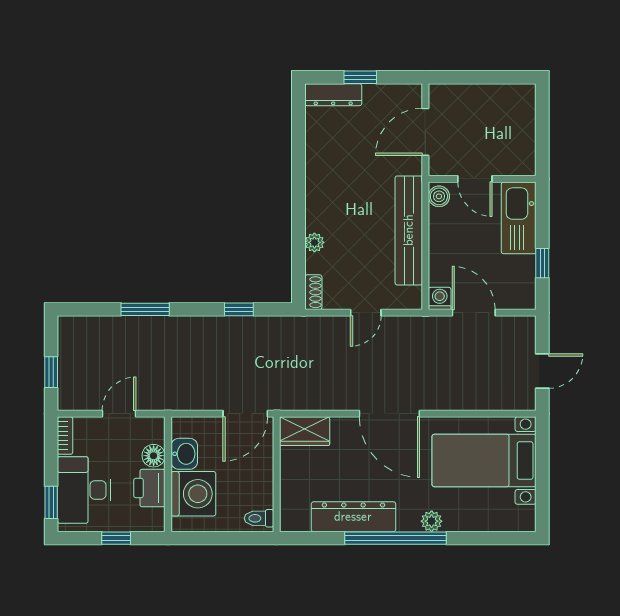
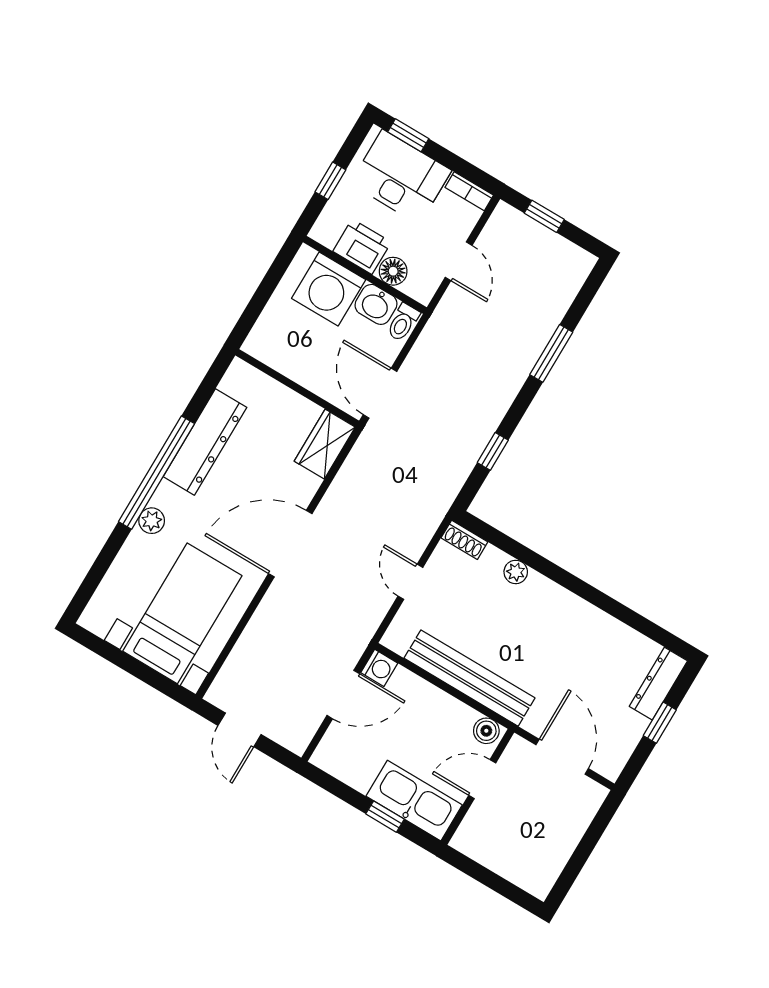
window: (542, 263) -> (385, 817), moved
toilet: (259, 518) -> (403, 322), moved, turned 180

